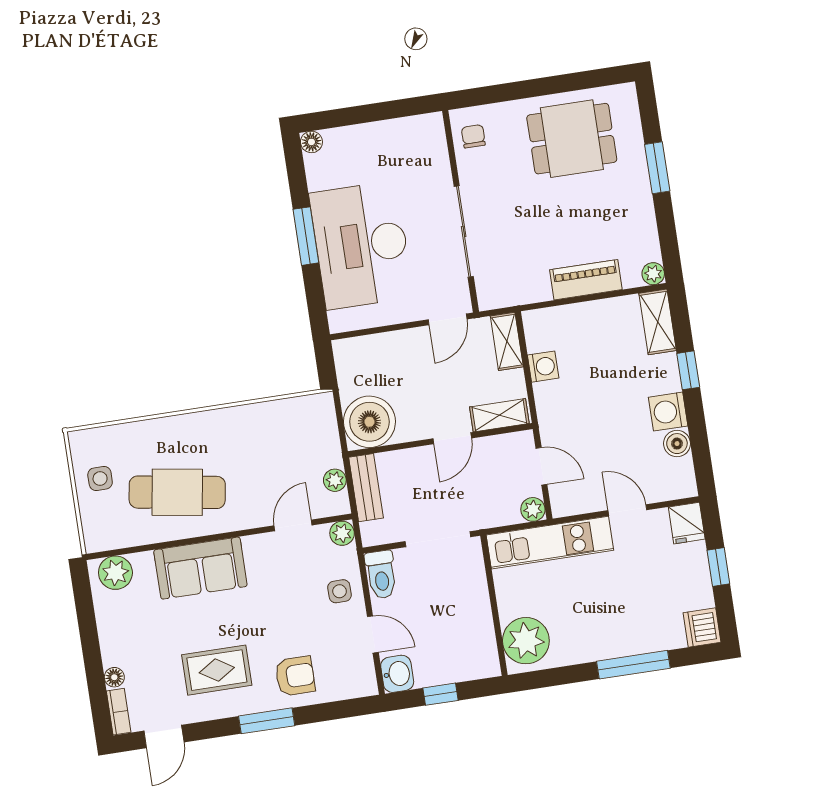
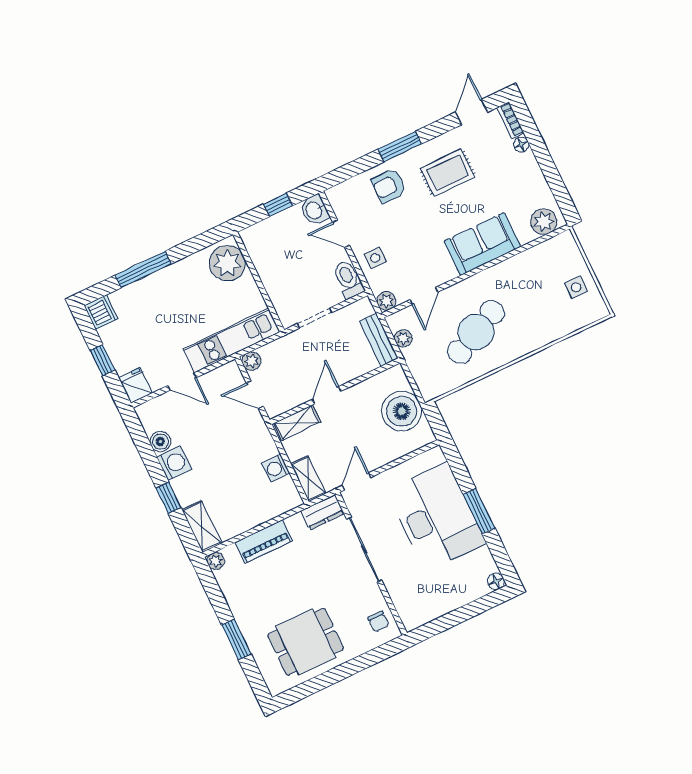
dresser: (502, 294) -> (322, 512), added
boiler: (369, 422) -> (402, 411), moved
cafe table: (177, 492) -> (476, 332), moved, turned -34
doorway: (438, 539) -> (315, 318), width x0.73

